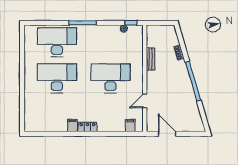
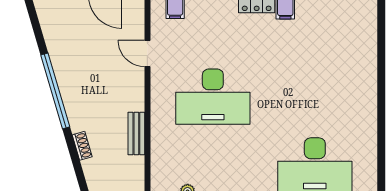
desk: (57, 78) -> (315, 97), removed
door: (145, 101) -> (147, 53), swing flipped

